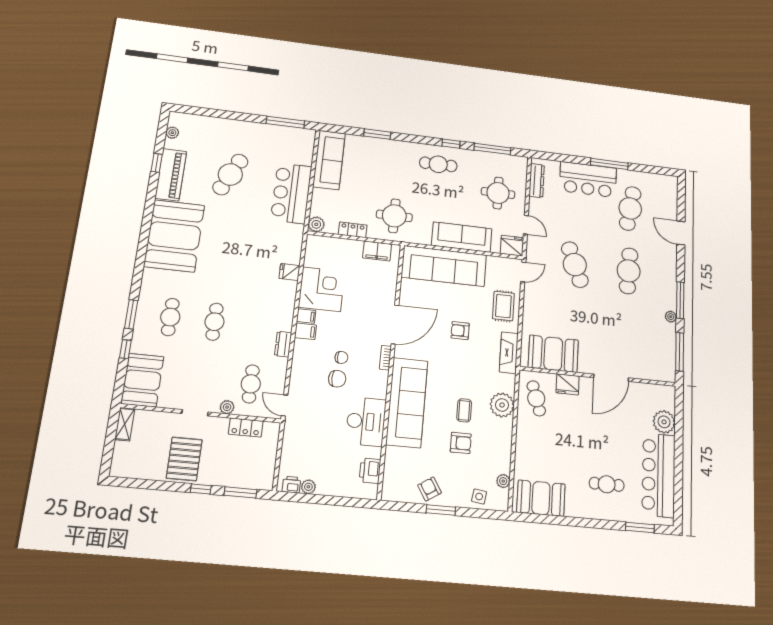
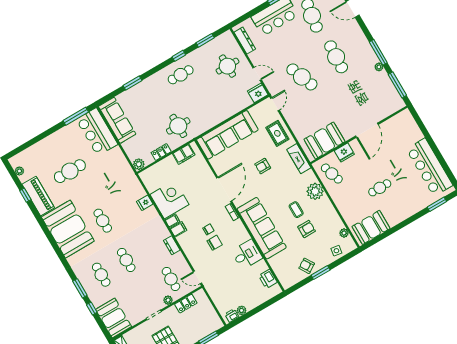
window: (492, 149) -> (205, 40), width x0.69
cafe table: (230, 174) -> (70, 171), turned 65
bar counter: (291, 193) -> (97, 132), moved
sofa: (462, 237) -> (225, 110), removed
cafe table: (223, 256) -> (103, 221), added
desk: (366, 422) -> (247, 255), width x0.73
plant: (664, 422) -> (414, 134), removed
cafe table: (607, 484) -> (380, 188), moved

